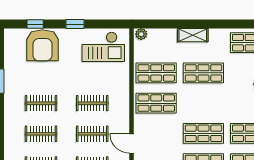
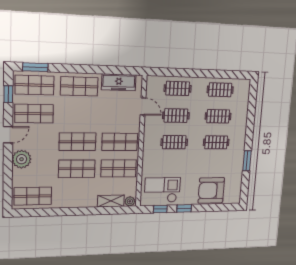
window: (35, 24) -> (160, 209), moved
shelving: (193, 35) -> (111, 201), moved
armchair: (42, 45) -> (211, 190), turned -90
shop shelf: (203, 133) -> (78, 142), moved

